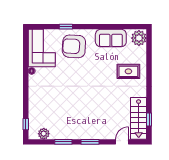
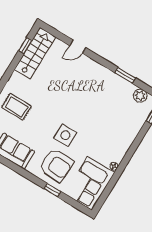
side table: (81, 72) -> (65, 135), added
window: (90, 142) -> (98, 59), removed
door: (122, 142) -> (78, 47), moved

